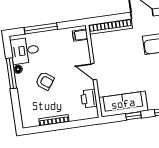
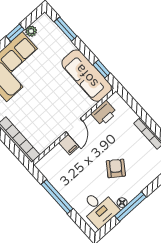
window: (41, 28) -> (57, 197), moved
filing cabinet: (80, 35) -> (69, 145), moved
window: (133, 116) -> (102, 69), moved

